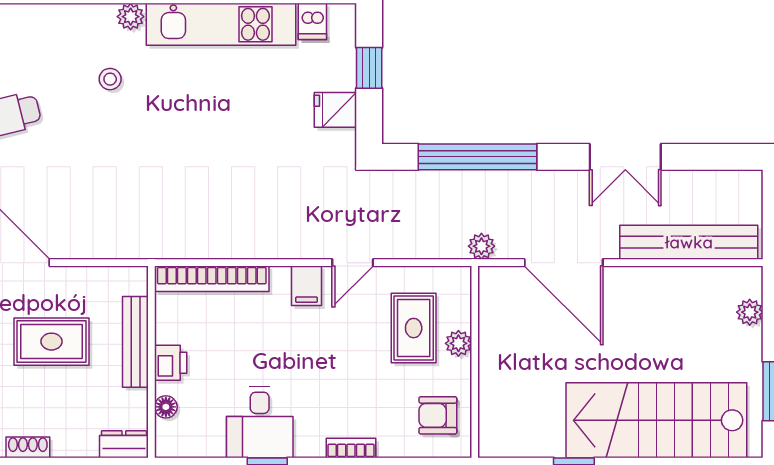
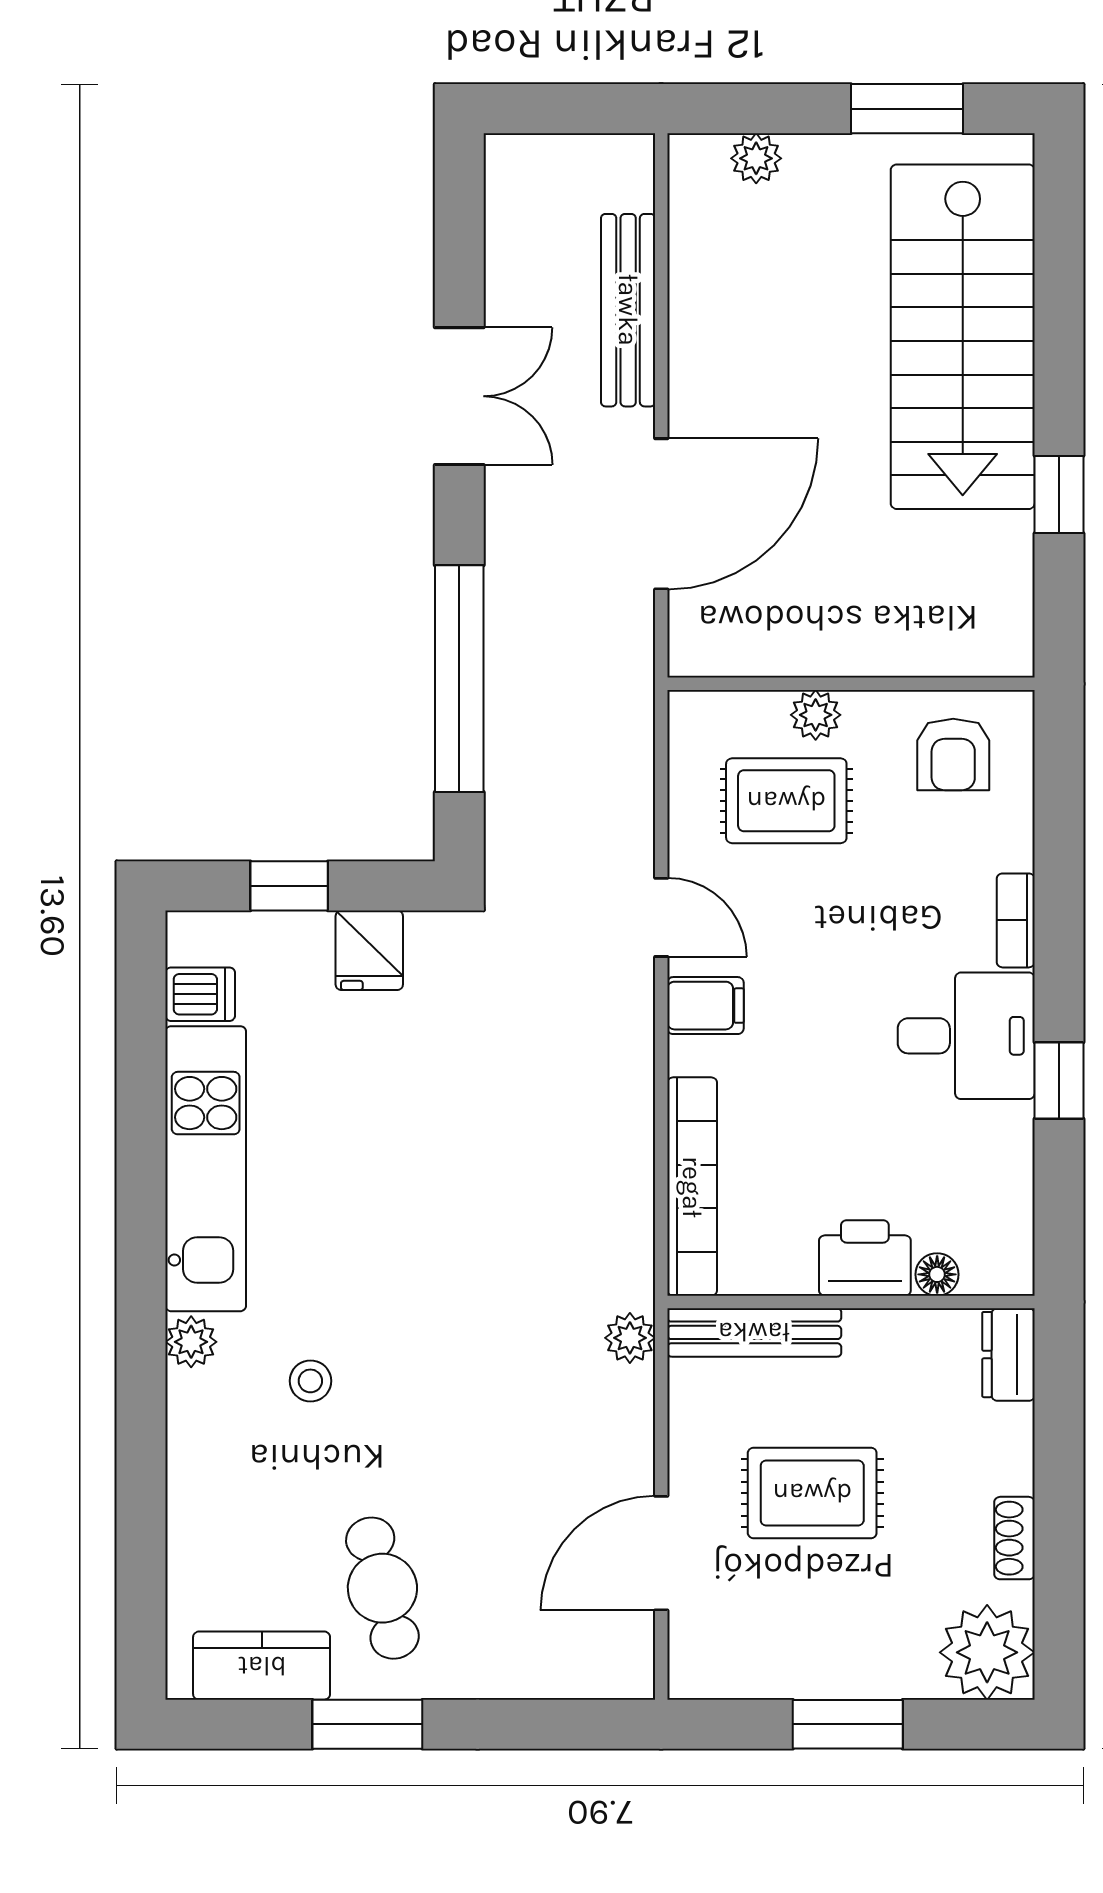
bench: (689, 242) -> (628, 310), width x0.73, depth x0.82
plant: (481, 246) -> (630, 1338), moved
rug: (51, 342) -> (812, 1493), turned 90
bench: (135, 342) -> (754, 1332), moved
printer: (171, 363) -> (865, 1258), width x1.36, depth x1.24
desk: (260, 422) -> (966, 1036), moved

